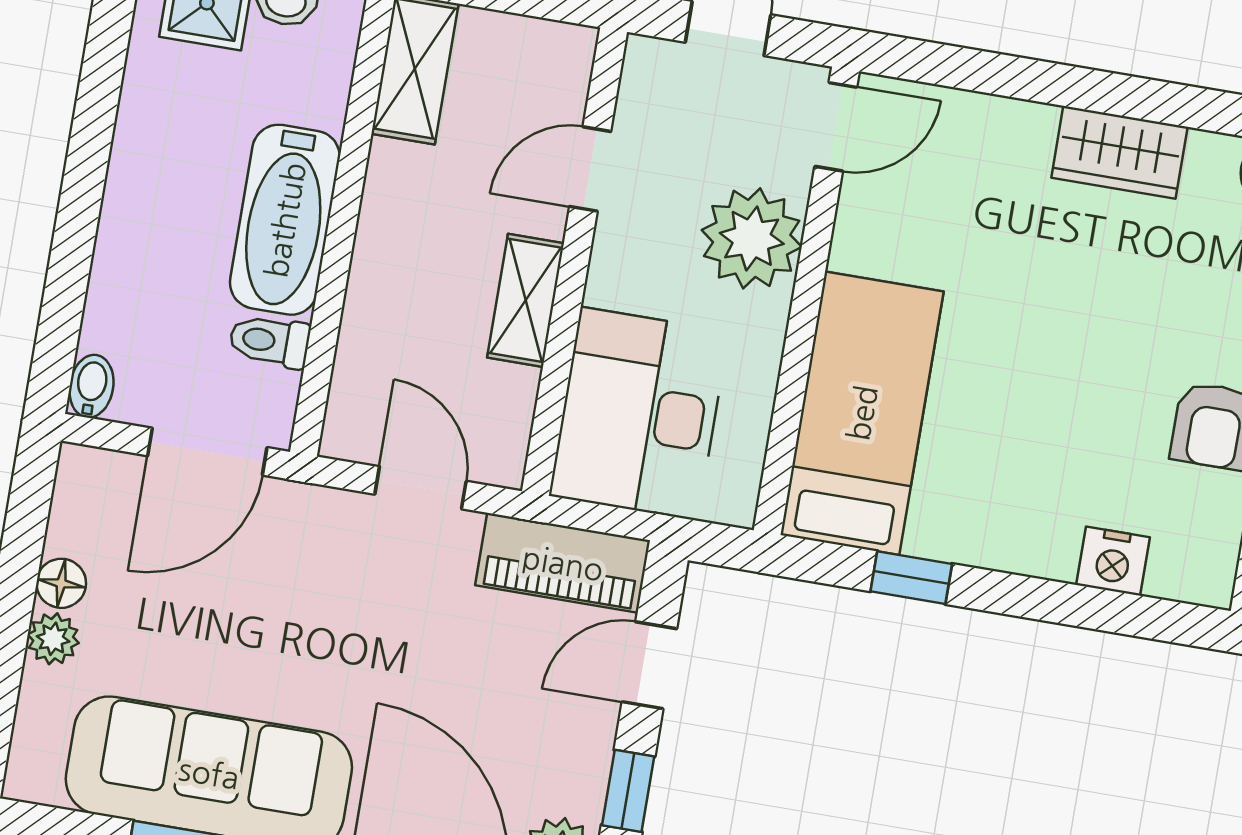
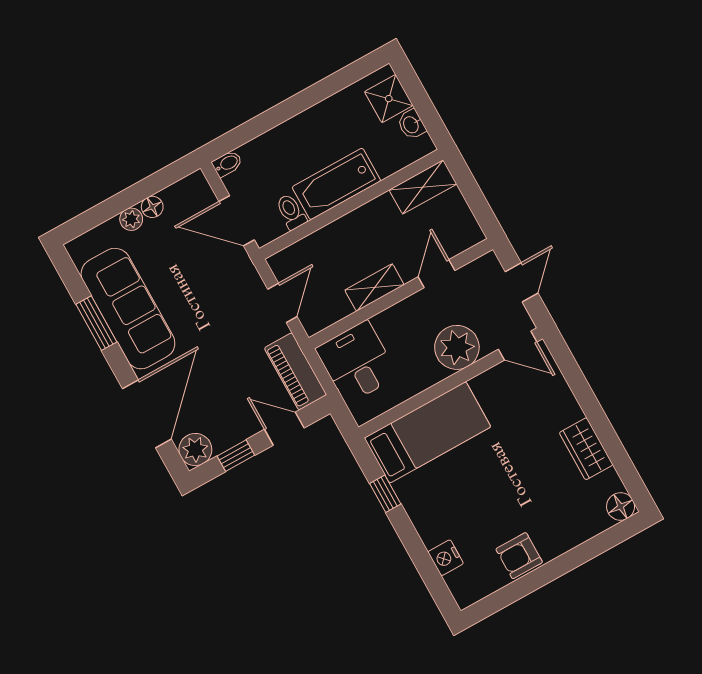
door: (590, 169) -> (437, 274), hinge flipped
desk: (639, 414) -> (357, 362), width x0.73

